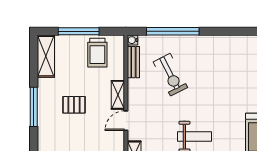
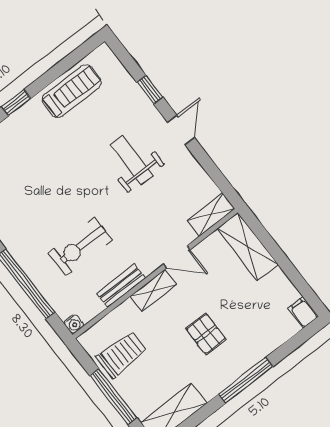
bench: (133, 62) -> (121, 286), moved
exercise bike: (170, 75) -> (80, 246), turned -153

